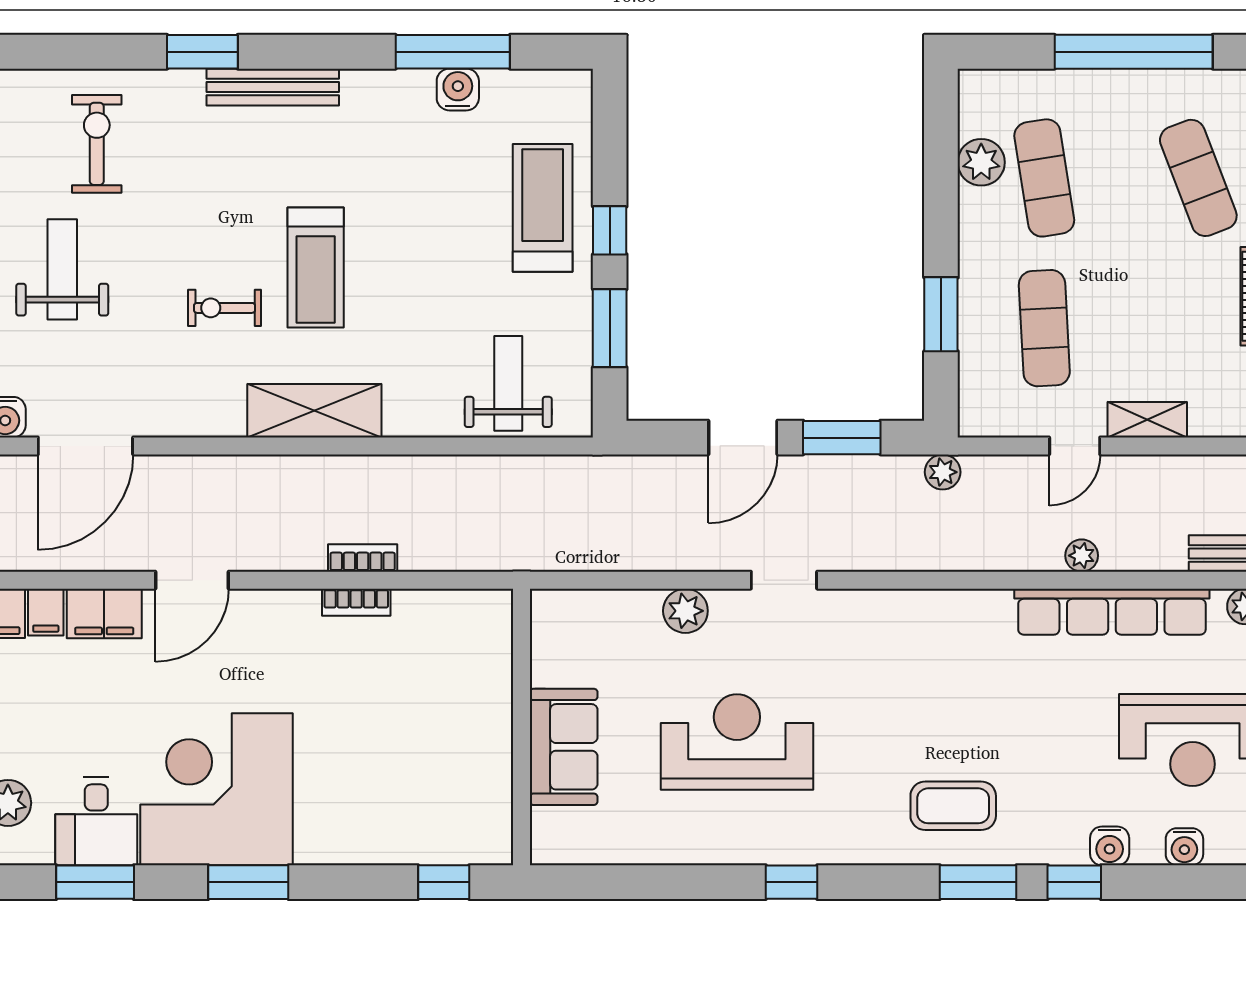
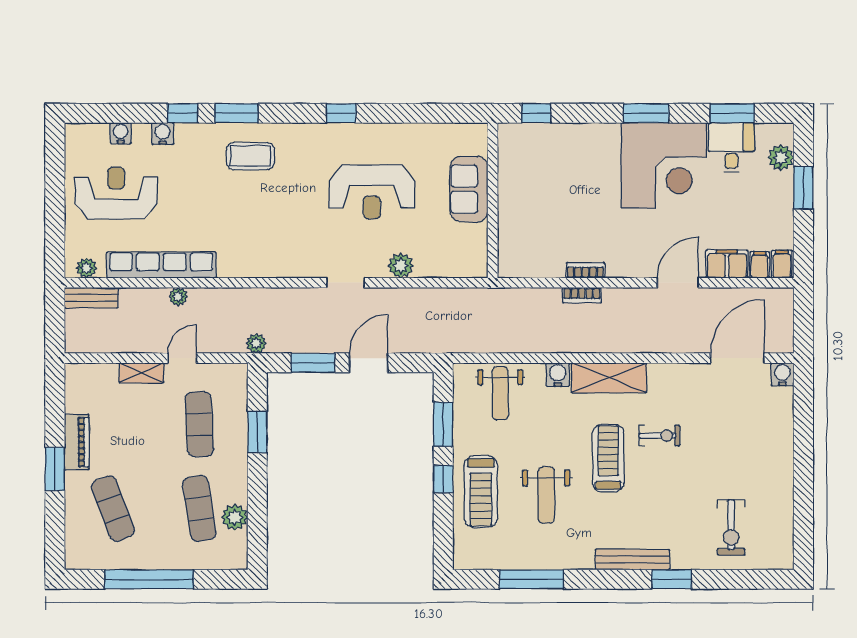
water cooler: (458, 90) -> (558, 375), moved, turned 180
weight bench: (62, 269) -> (546, 495), moved

